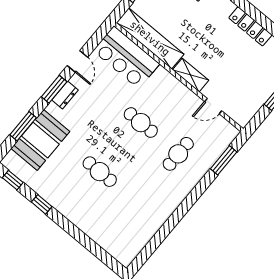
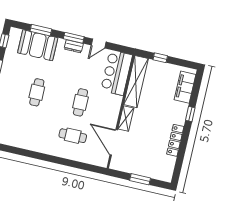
door: (213, 106) -> (114, 142), width x1.87
window: (224, 160) -> (83, 166), removed

